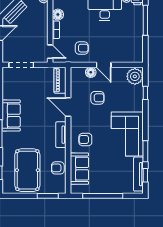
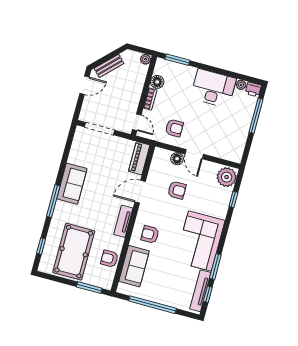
door: (68, 107) -> (140, 192), hinge flipped

